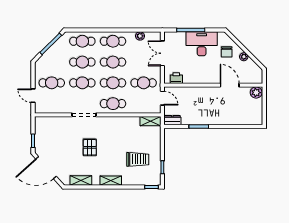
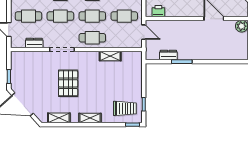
dresser: (57, 109) -> (34, 43), added
dresser: (172, 120) -> (168, 55), moved
shelving: (150, 121) -> (110, 56), moved
pallet: (90, 147) -> (68, 83), width x1.50, depth x1.42
trolley: (138, 159) -> (125, 108), moved

